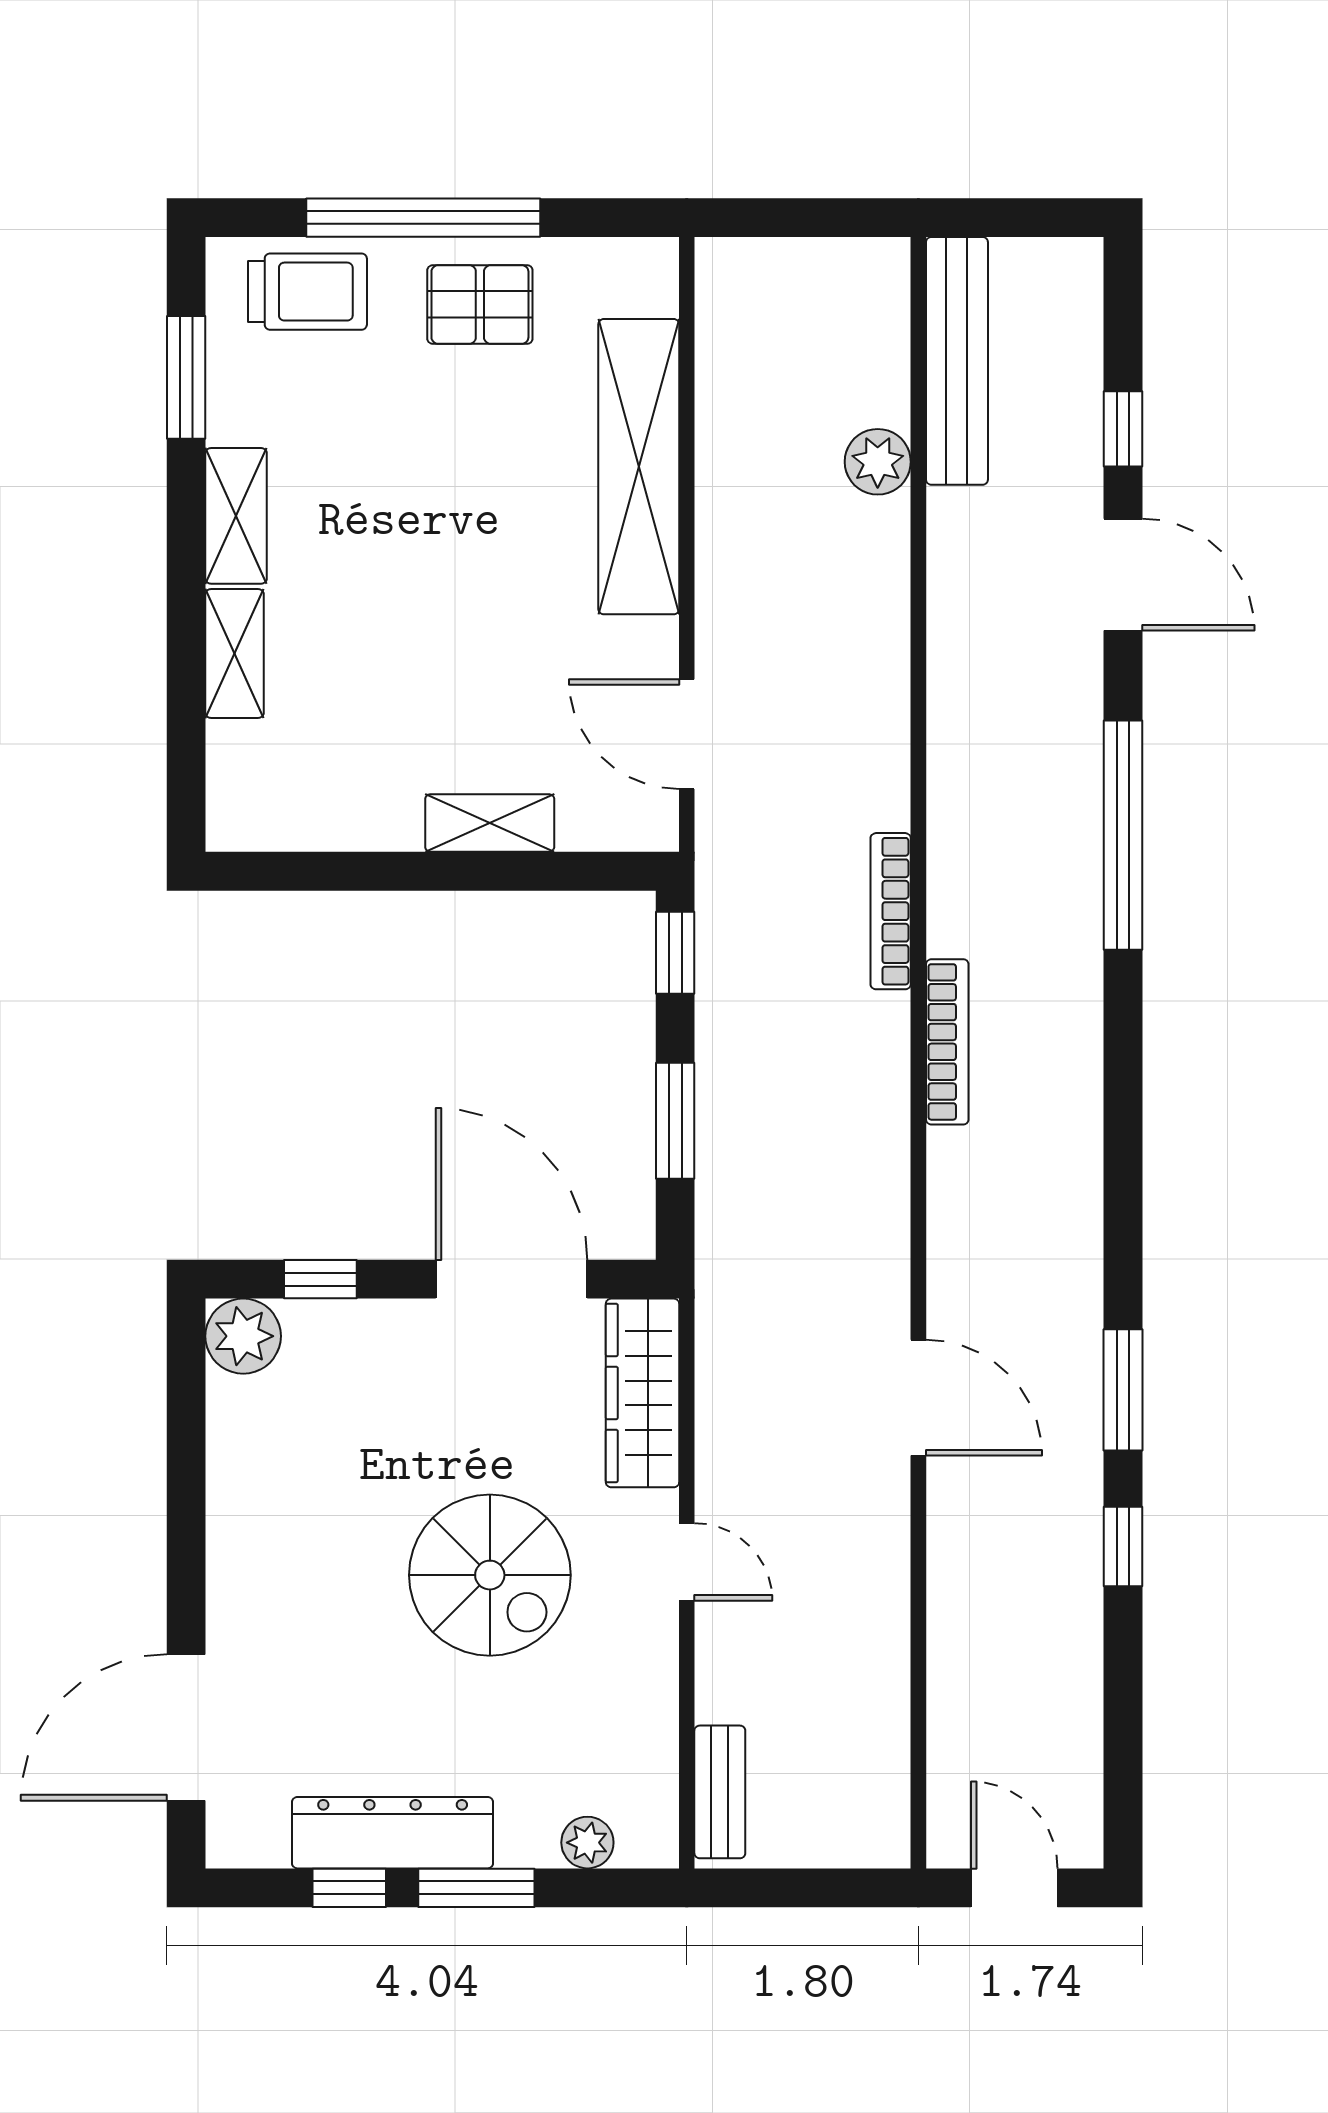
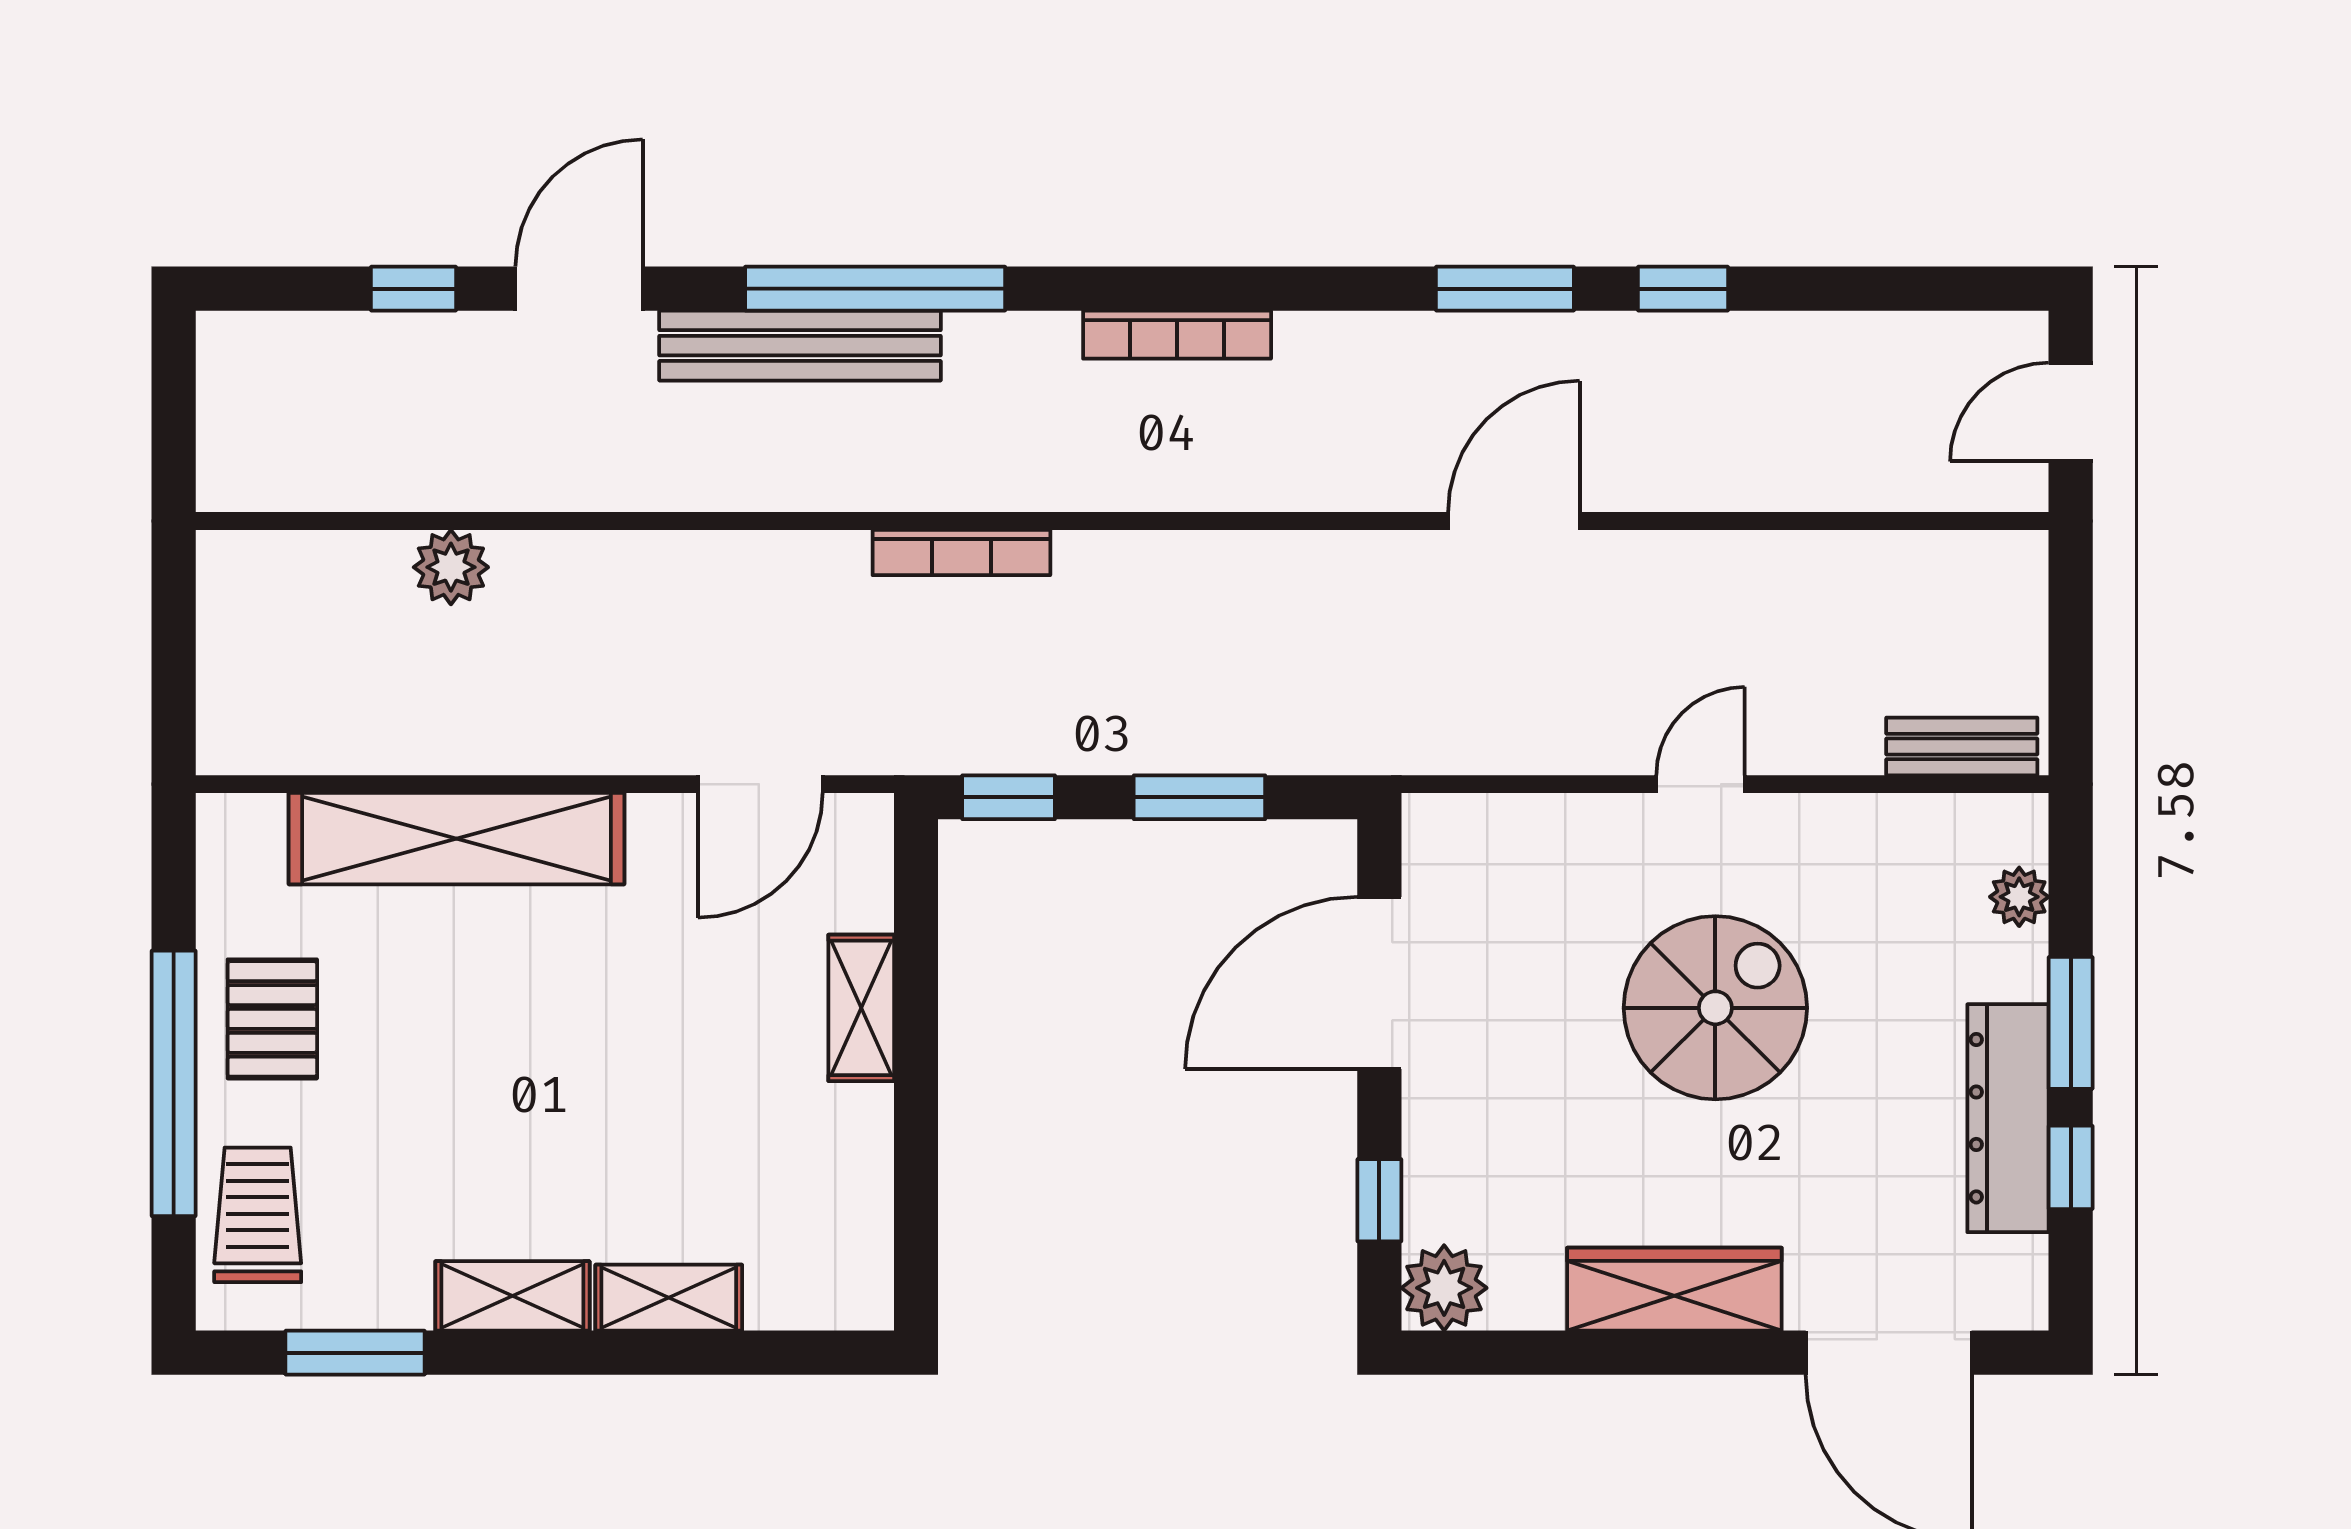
bench: (957, 361) -> (800, 346), moved
bookcase: (947, 1042) -> (1177, 335), moved, turned 180
wardrobe: (642, 1393) -> (1674, 1289), moved, turned 180

